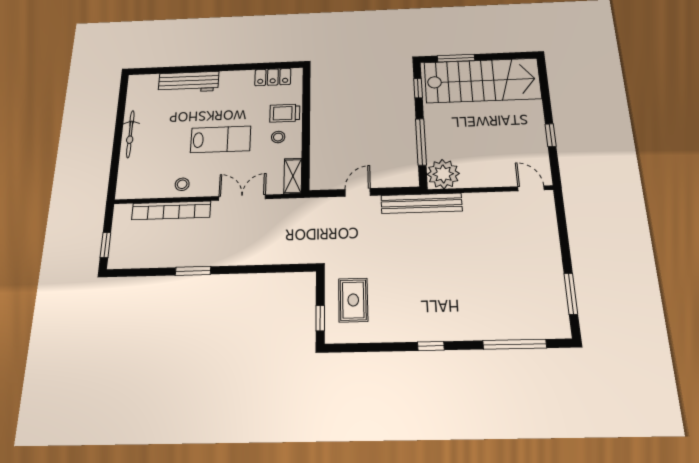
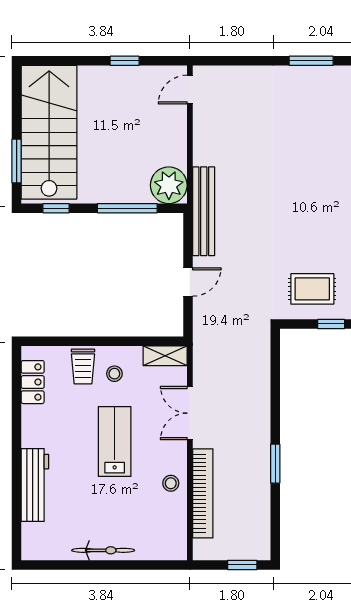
door: (358, 192) -> (188, 282), swing flipped

